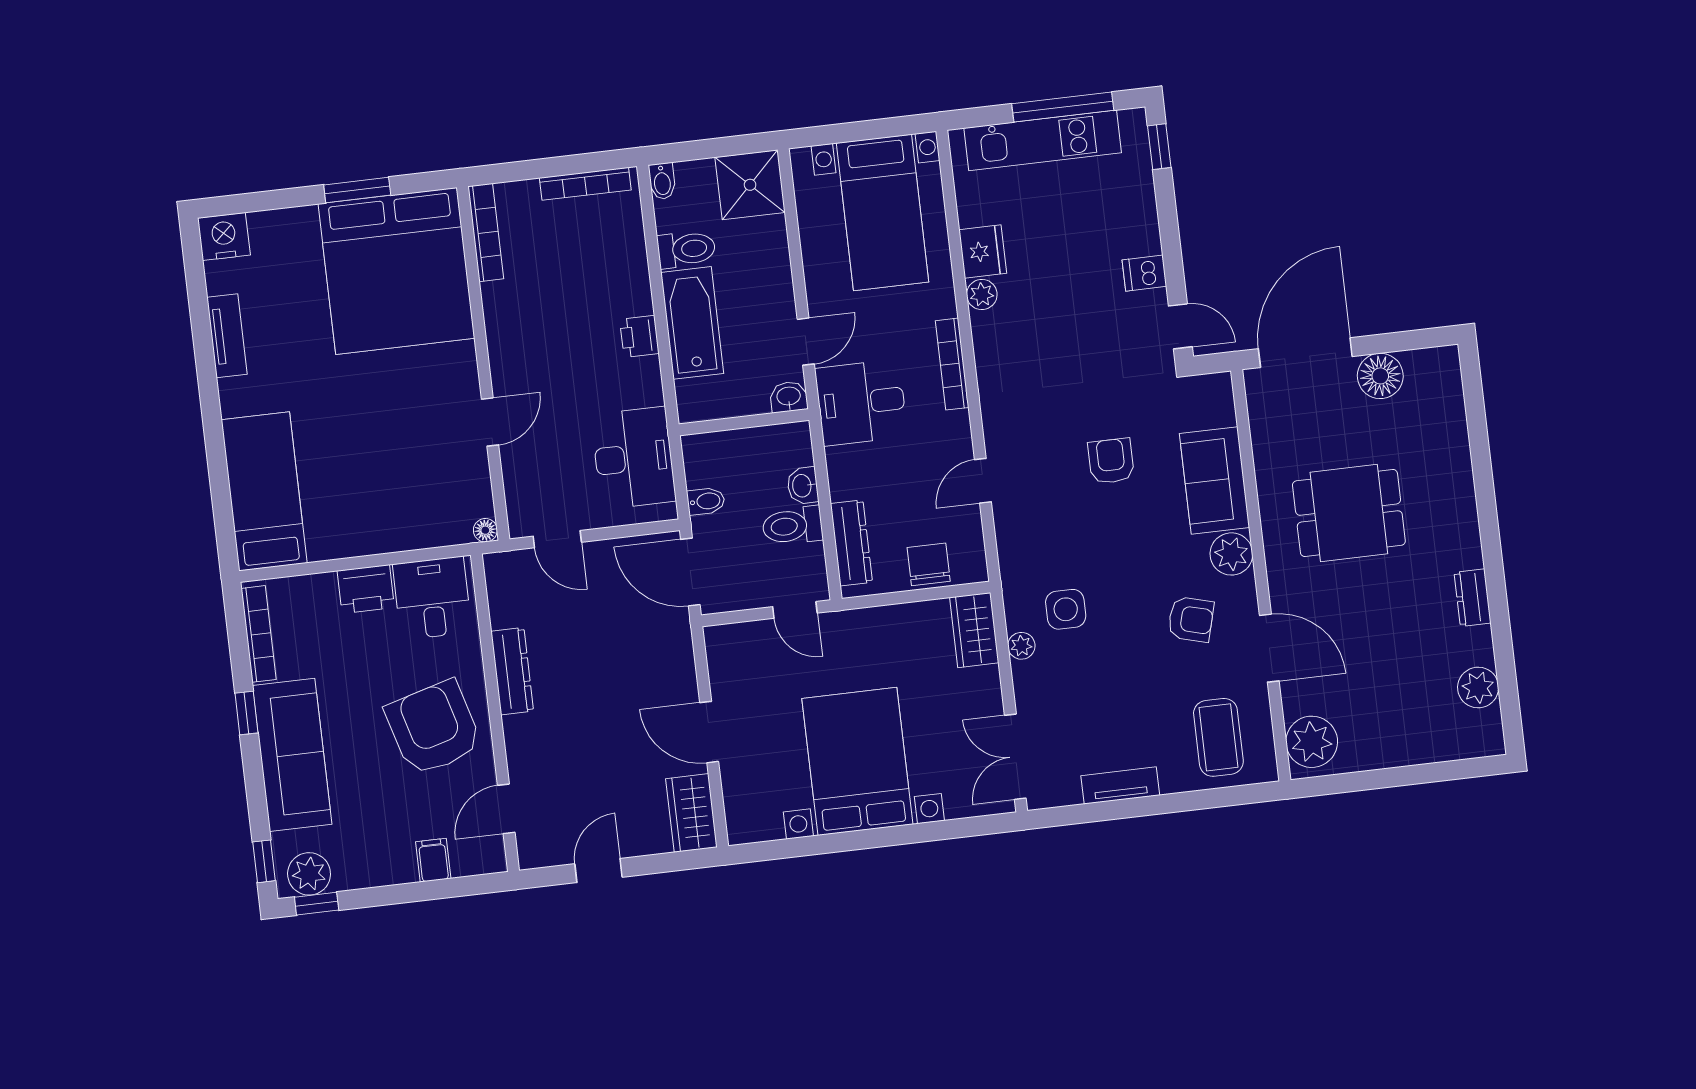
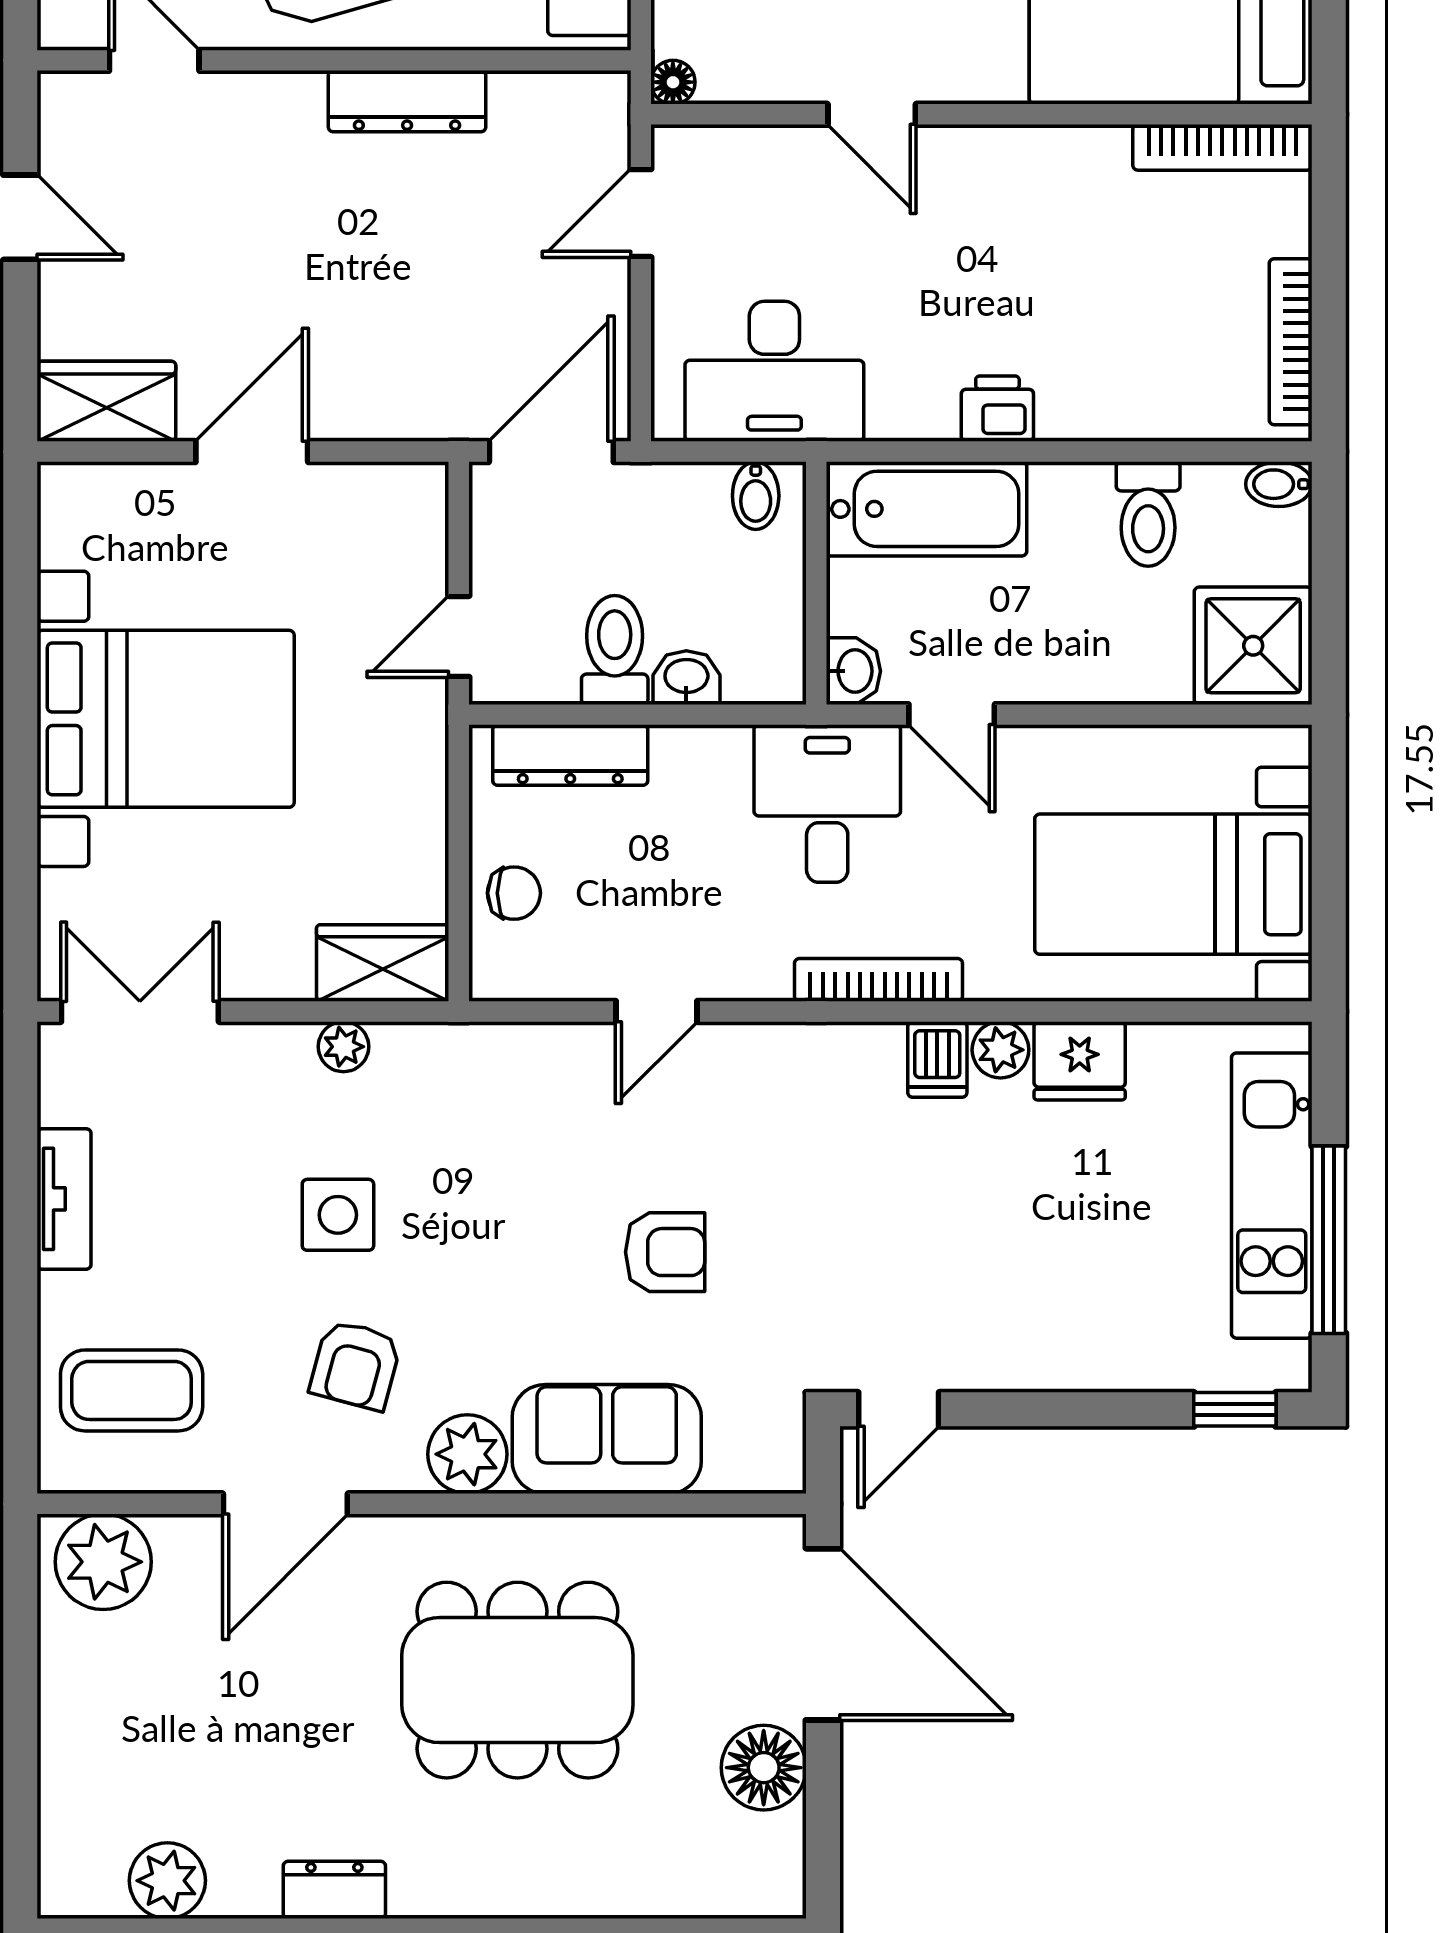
dishwasher: (1144, 273) -> (937, 1060), moved, turned 180
bathtub: (692, 323) -> (927, 509), moved
door: (983, 481) -> (656, 1011), swing flipped
bidet: (706, 501) -> (756, 496), moved
dining table: (1349, 513) -> (517, 1680), width x1.38
chair: (929, 564) -> (514, 893), width x0.73, depth x0.73
side table: (1066, 609) -> (338, 1215), moved

